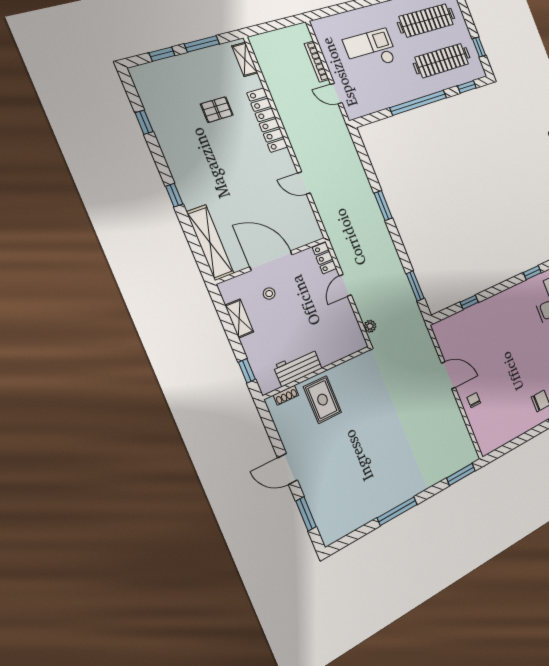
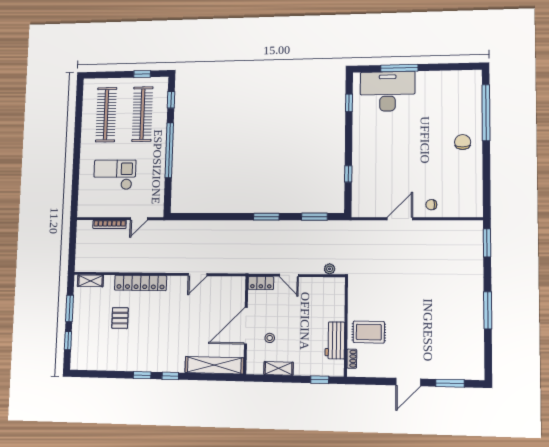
checkout: (371, 50) -> (115, 175), turned 90
window: (144, 122) -> (142, 375), moved
window: (383, 206) -> (266, 217), moved

